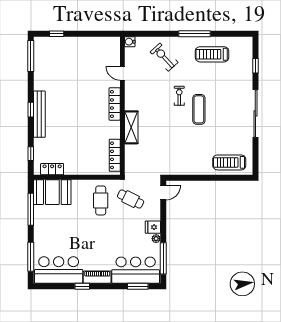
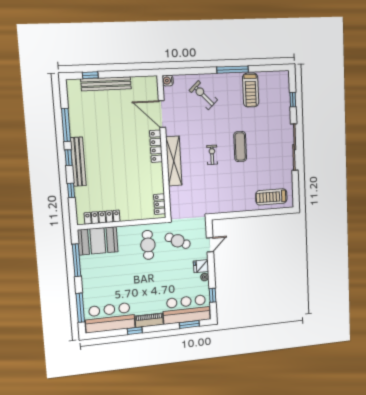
bench: (71, 42) -> (106, 84), added
treadmill: (212, 54) -> (251, 90), turned -90
window: (31, 56) -> (66, 125), moved
door: (122, 73) -> (162, 114), width x1.88
exercise bike: (179, 96) -> (212, 155), moved
shelving: (131, 127) -> (174, 161), width x1.47
window: (31, 154) -> (71, 190), moved
locker: (115, 155) -> (160, 204), width x0.66
locker: (52, 169) -> (102, 217), width x1.53
door: (163, 192) -> (210, 245), moved
window: (163, 258) -> (213, 295), width x0.46

